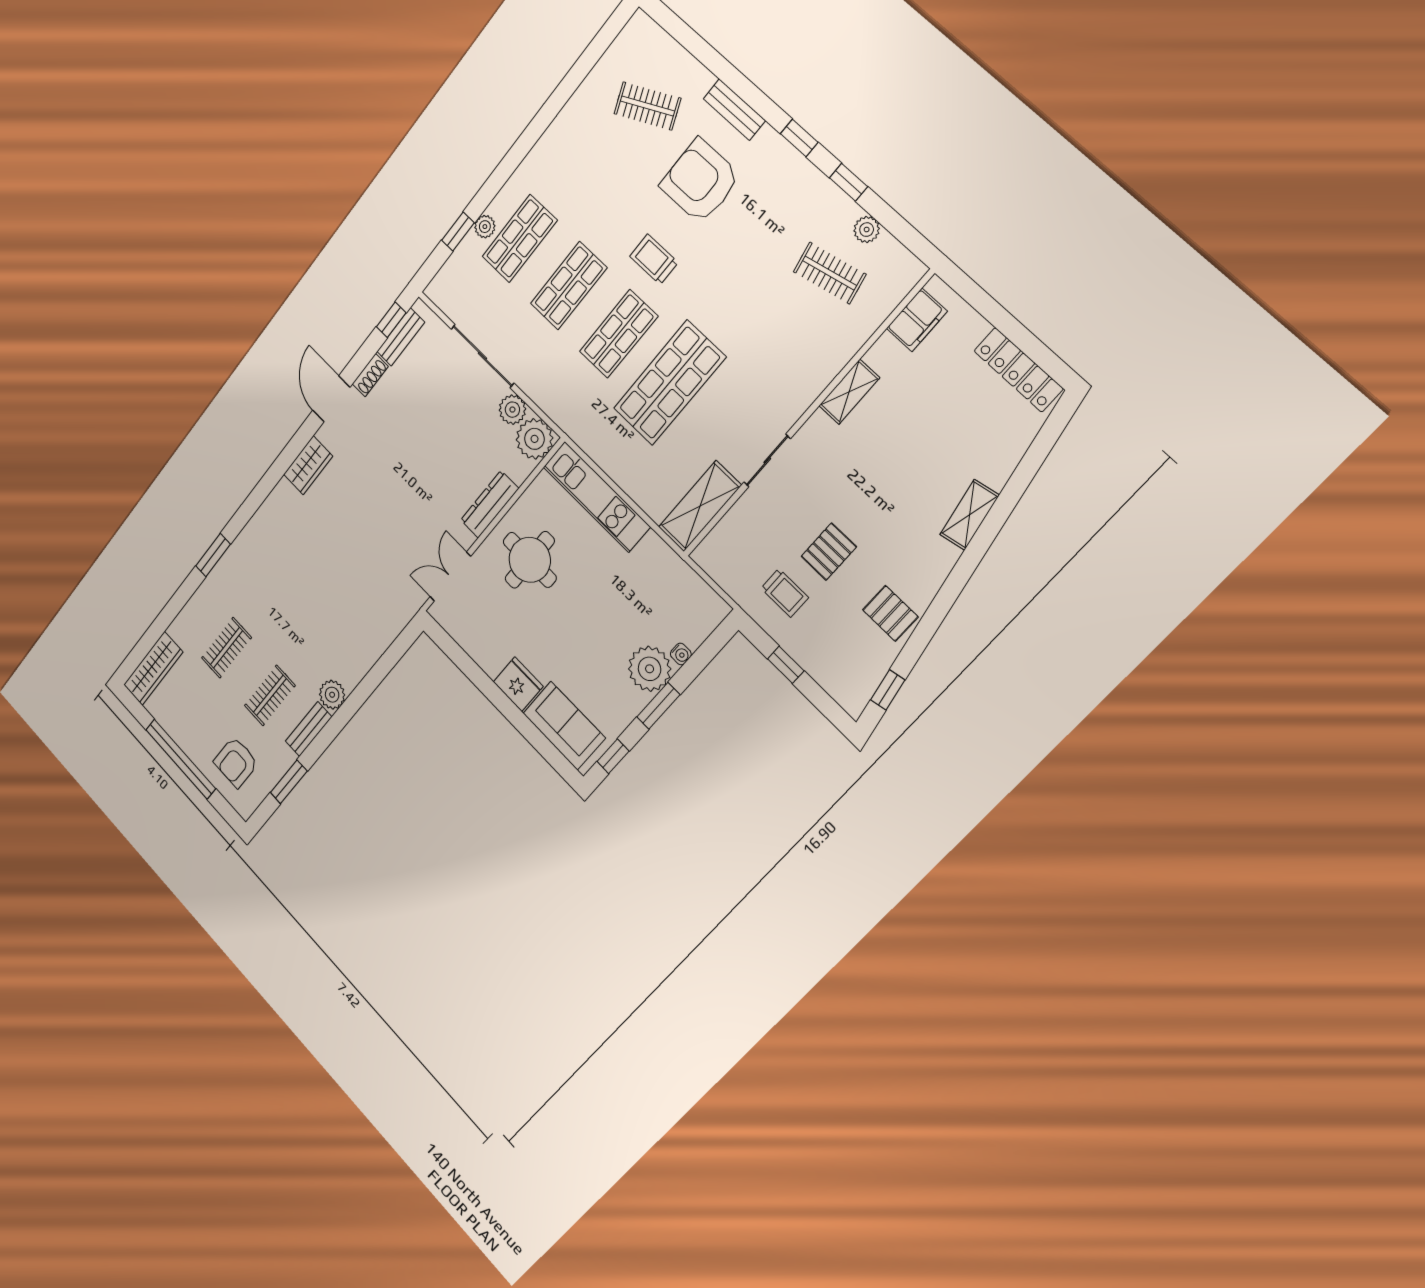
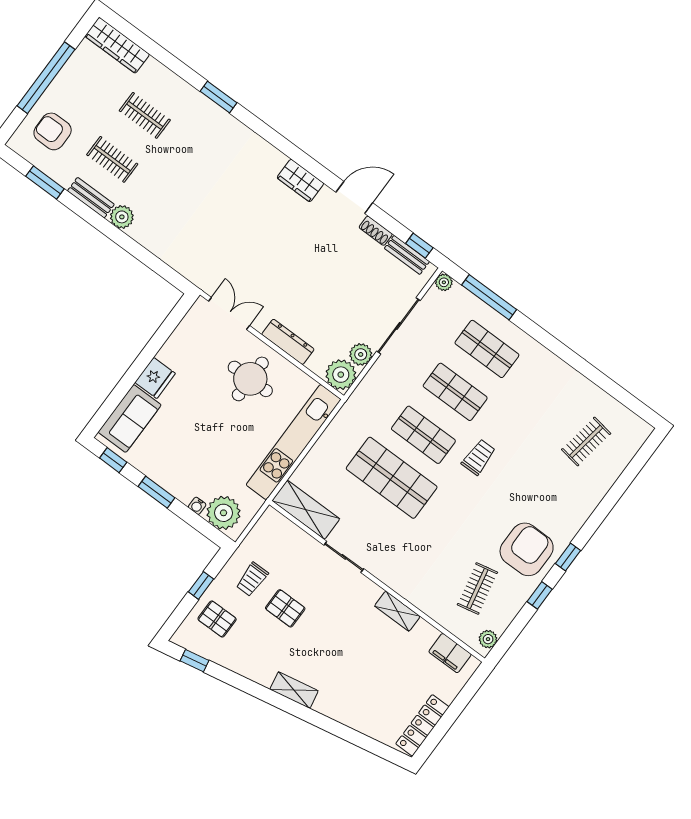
clothes rail: (647, 106) -> (586, 442), turned 33
bench: (734, 110) -> (586, 508), removed
armchair: (700, 181) -> (527, 549), moved
plant: (485, 227) -> (444, 282), moved
plant: (867, 230) -> (488, 639), moved
window: (458, 232) -> (489, 297), width x2.17
kitchen unit: (597, 497) -> (294, 442), width x1.36
shelving: (970, 515) -> (294, 690), moved
pallet: (890, 613) -> (217, 619), moved, turned 90
plant: (650, 669) -> (224, 513), moved

